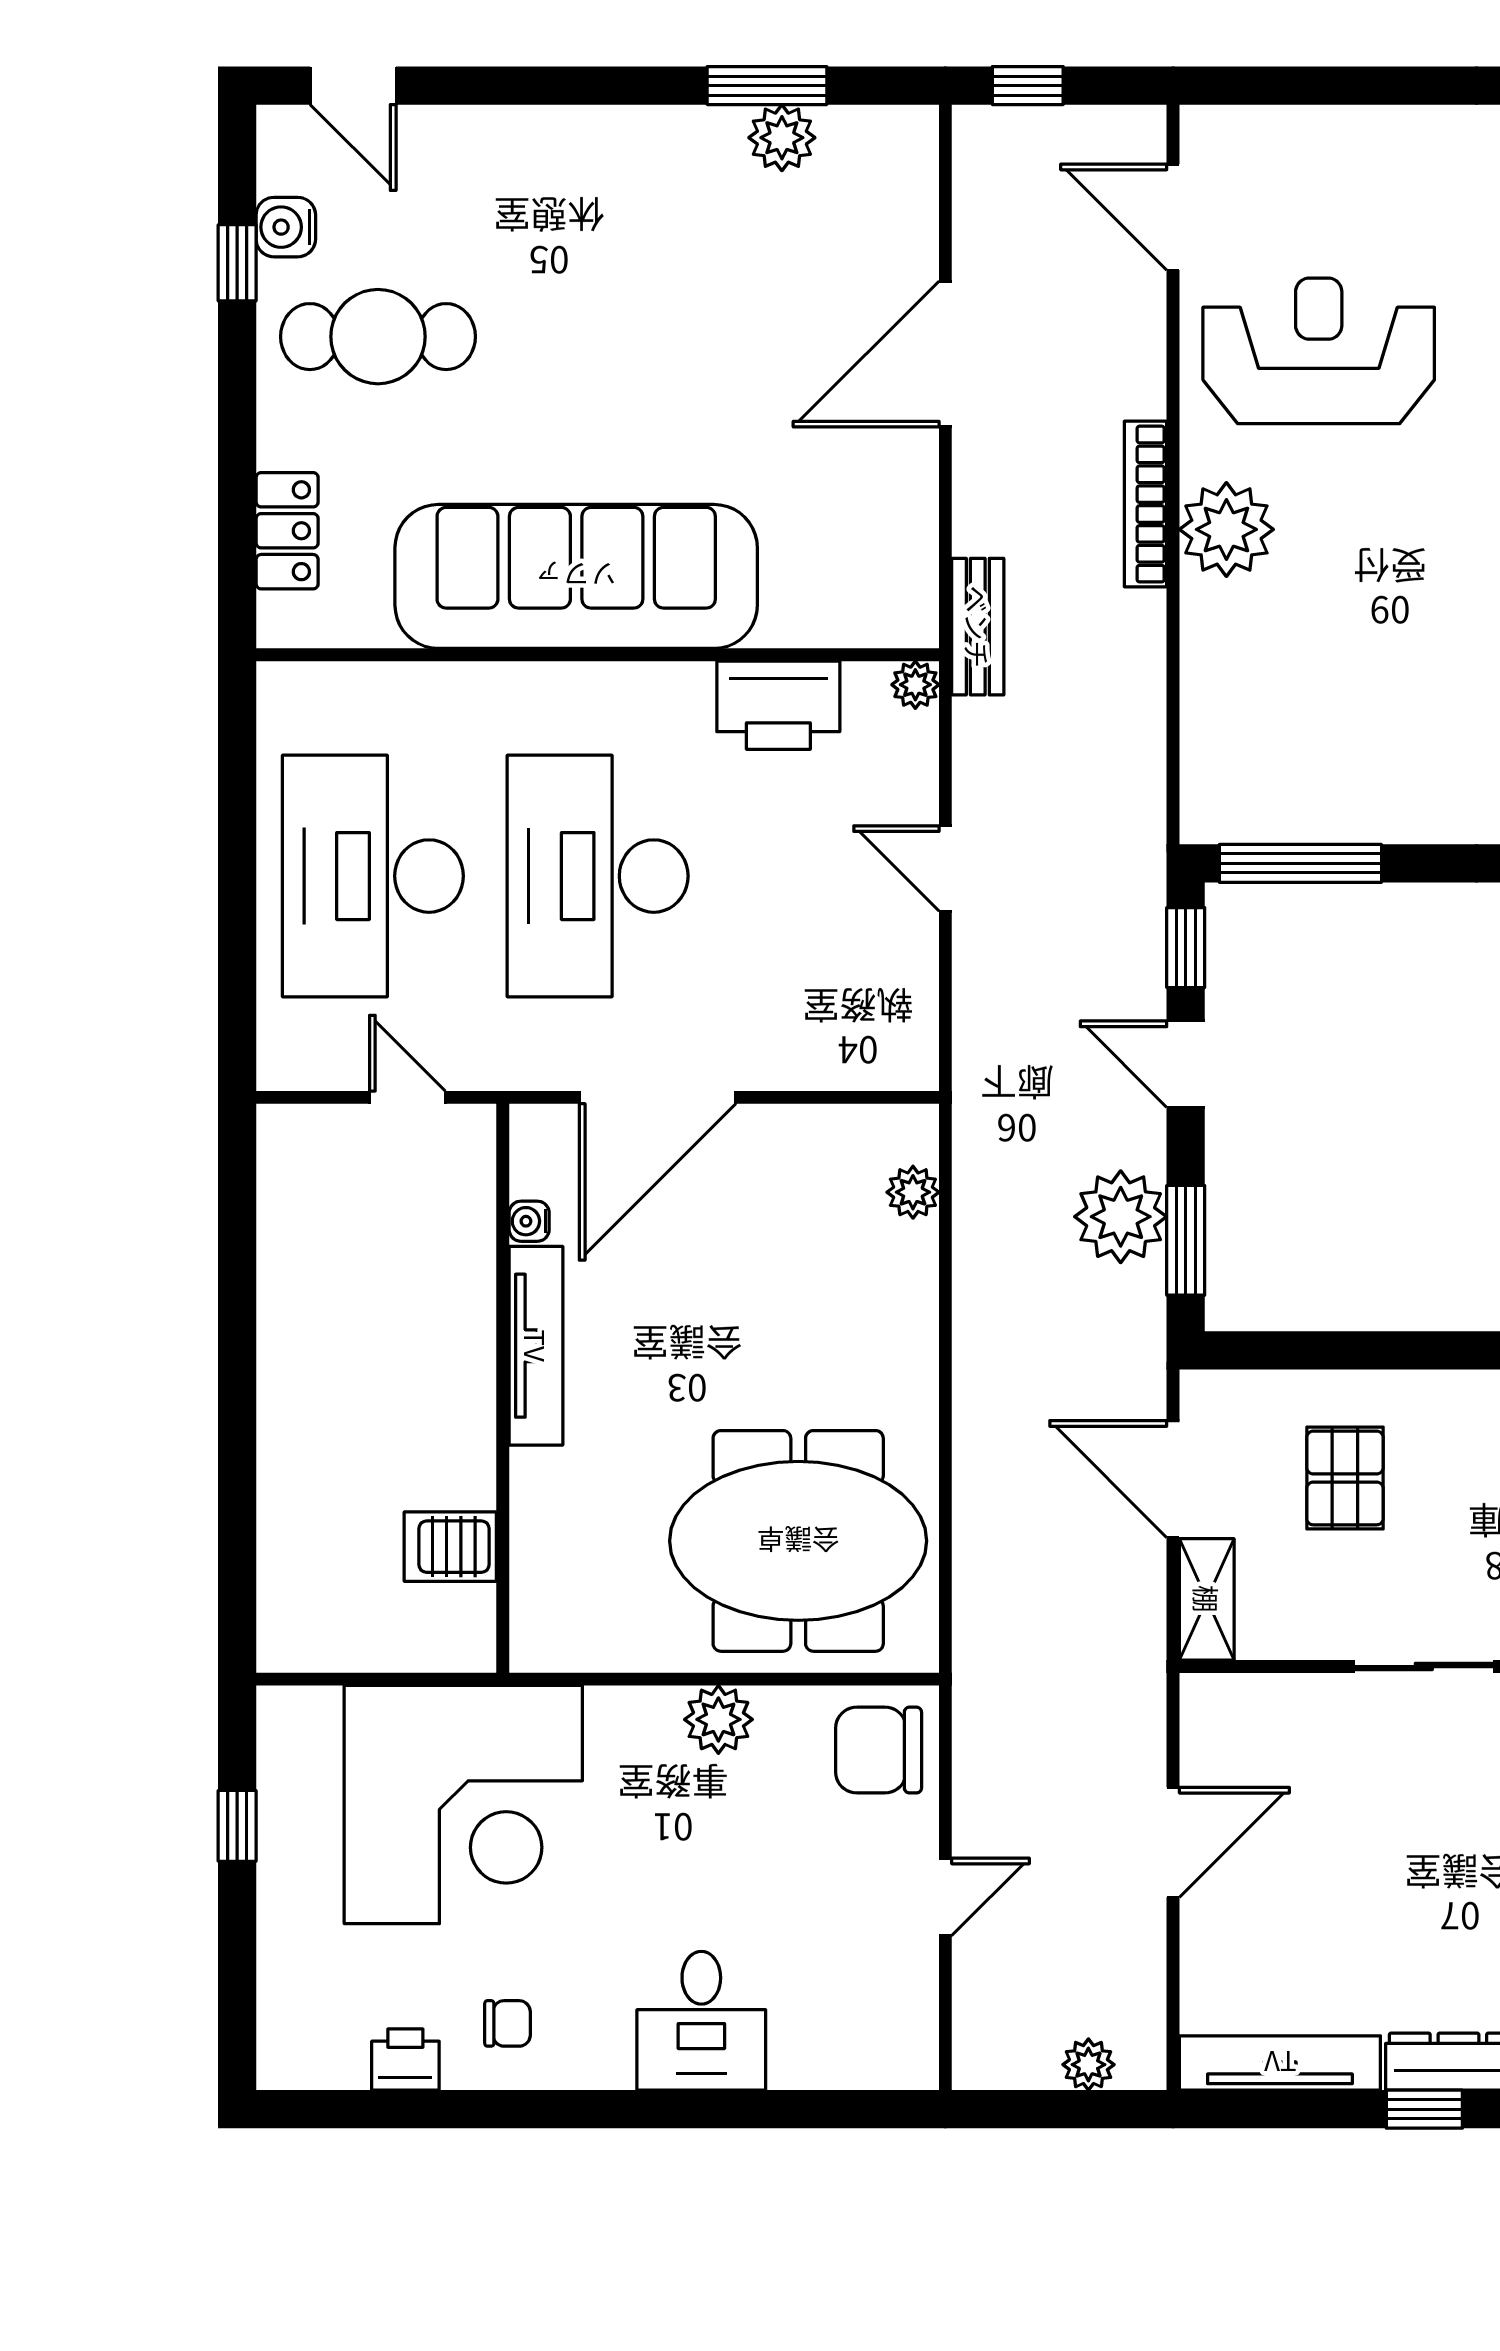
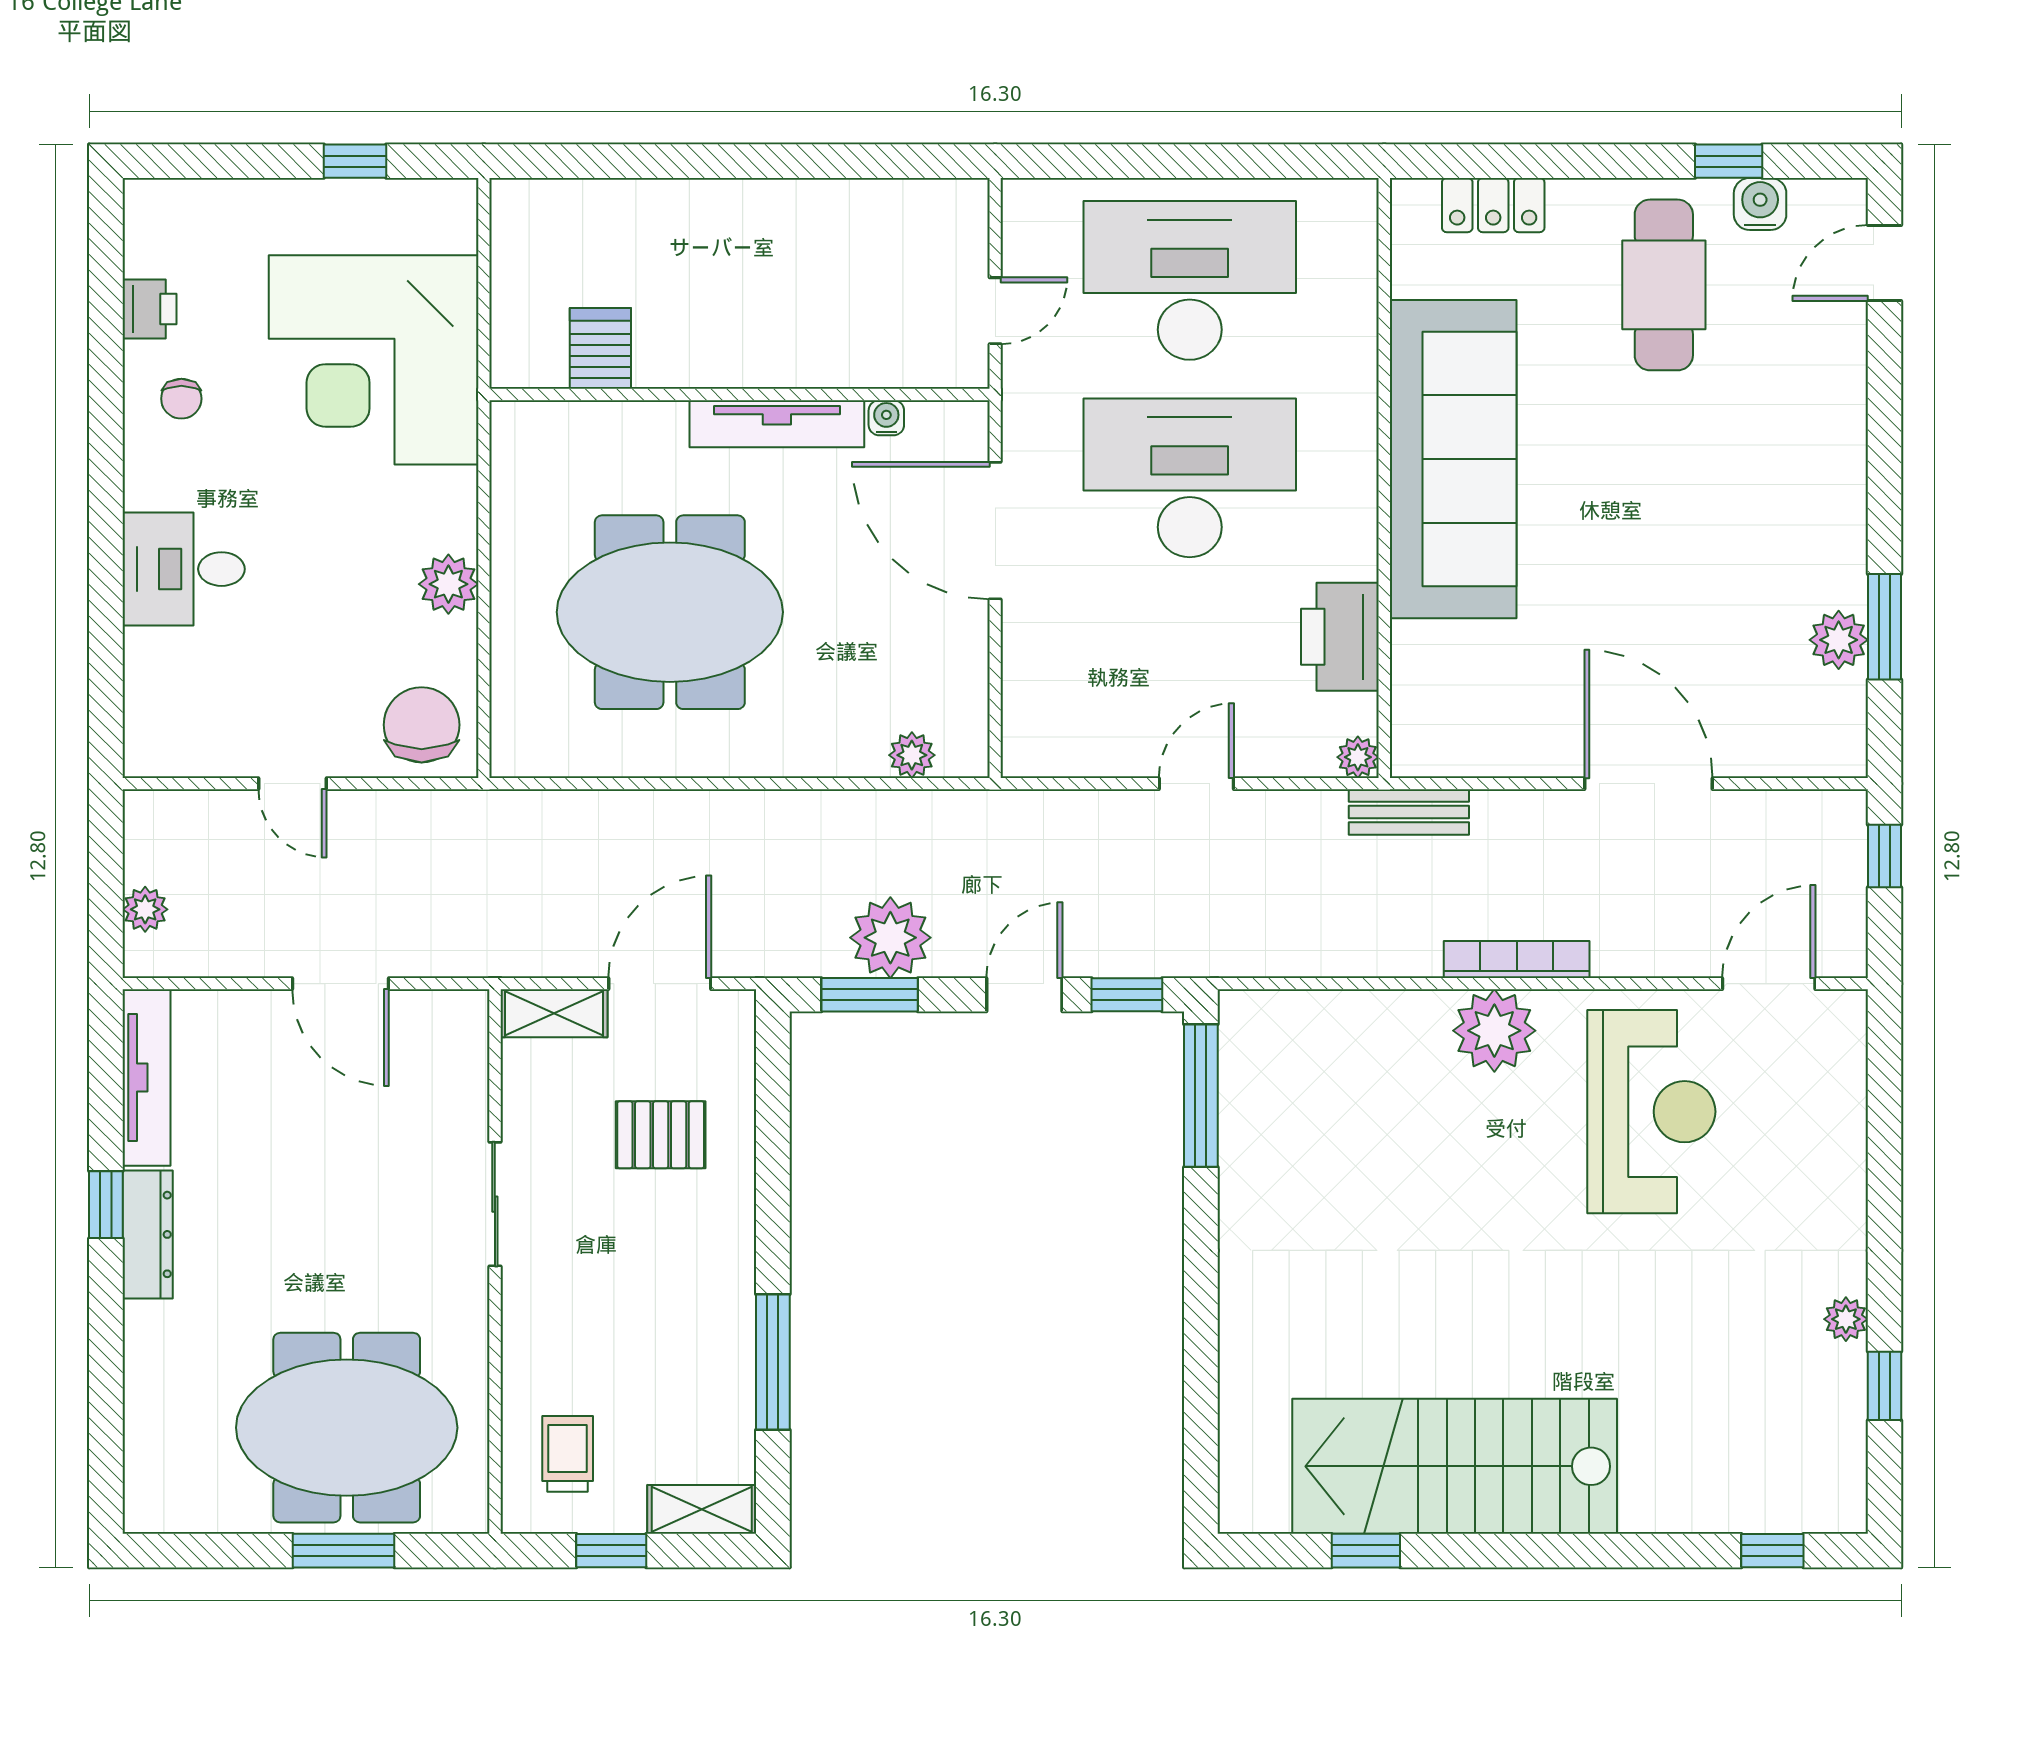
meeting table: (798, 1541) -> (670, 612), moved, turned 90

